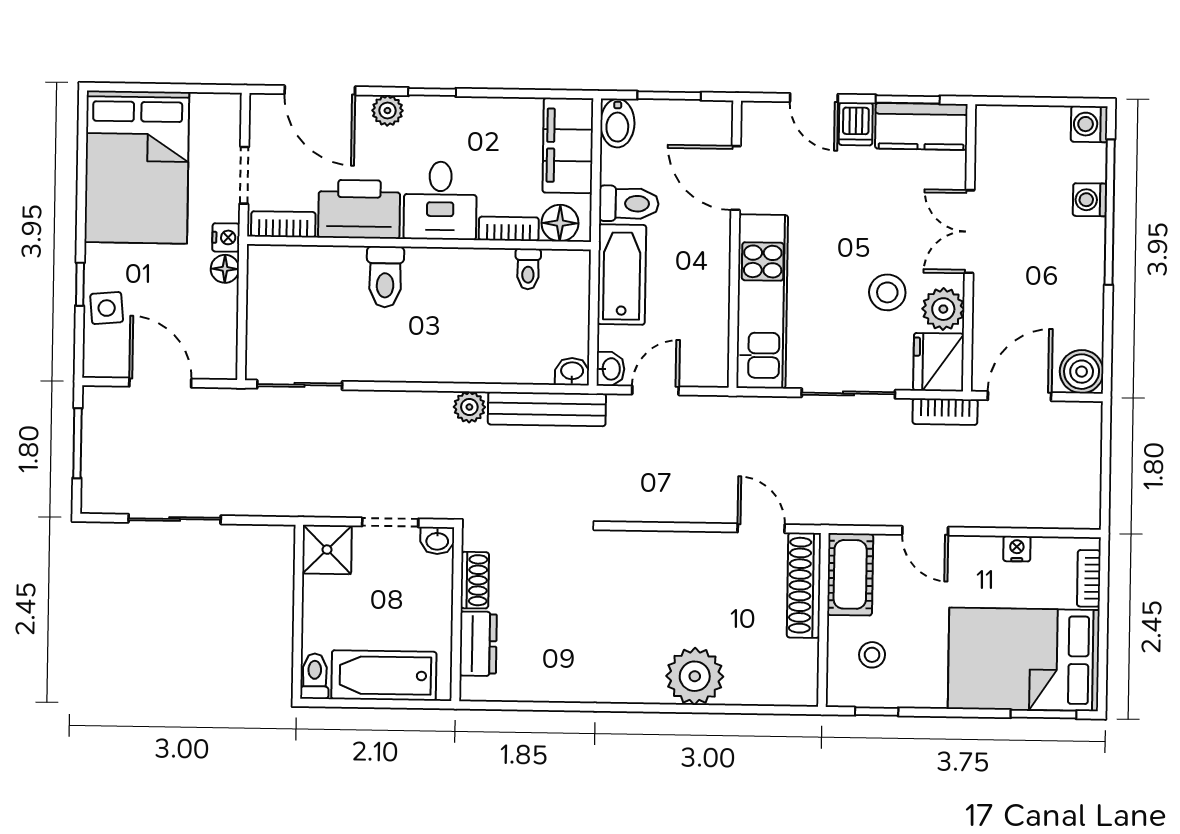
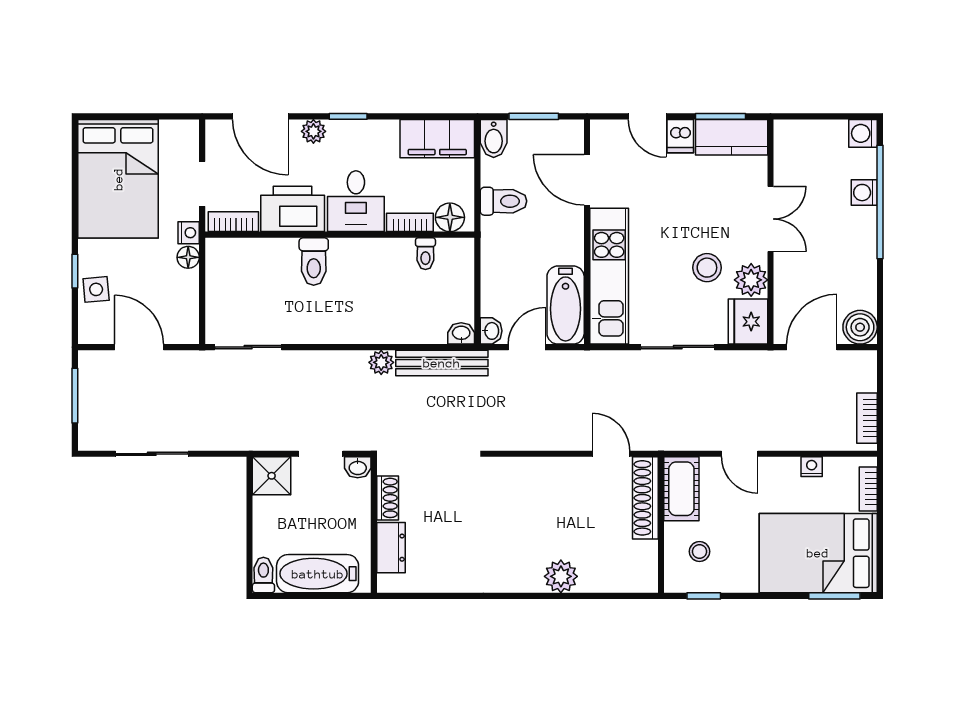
filing cabinet: (568, 145) -> (437, 139), moved, turned -90
double door: (969, 232) -> (771, 219), swing flipped
bathtub: (622, 274) -> (566, 305), moved, turned 180
bookcase: (945, 412) -> (867, 418), moved, turned 90
plant: (695, 676) -> (561, 576), width x0.73, depth x0.73

